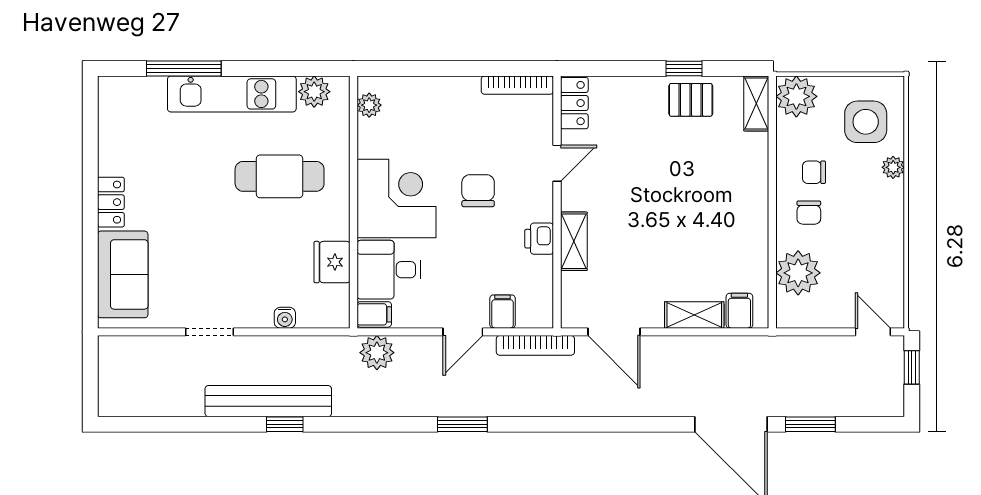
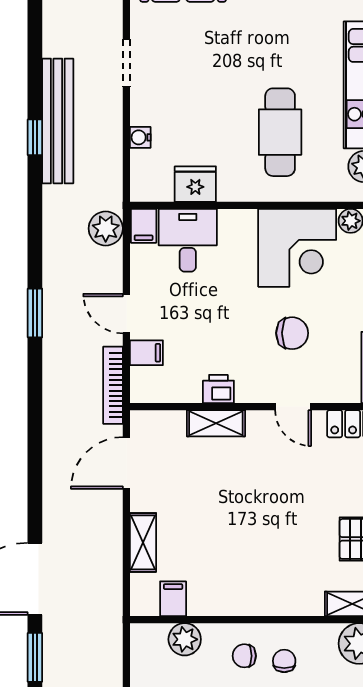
chair: (478, 191) -> (292, 333), moved
corner desk: (396, 198) -> (297, 248), moved
plant: (798, 273) -> (185, 639), width x0.73, depth x0.73
filing cabinet: (739, 311) -> (173, 599), moved, turned -90

